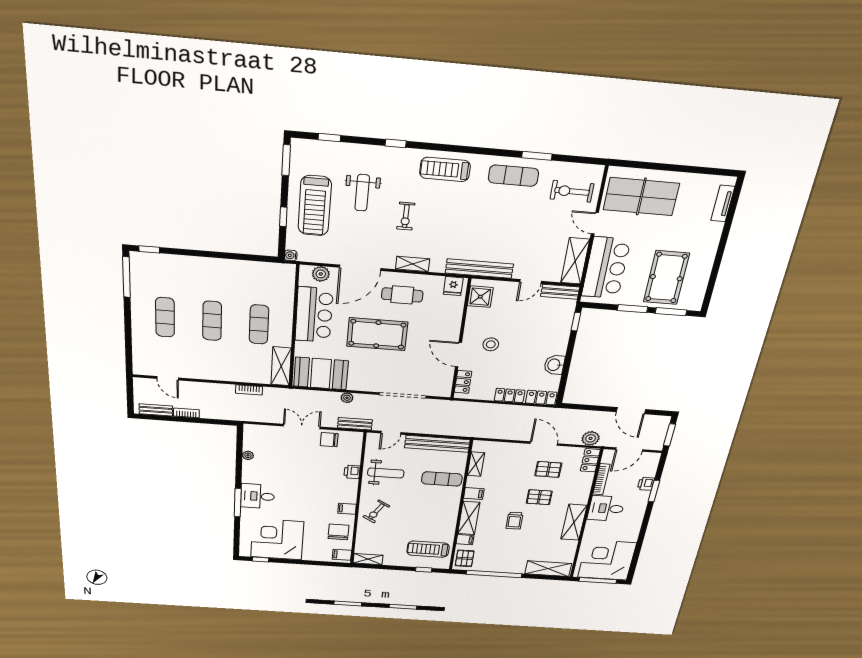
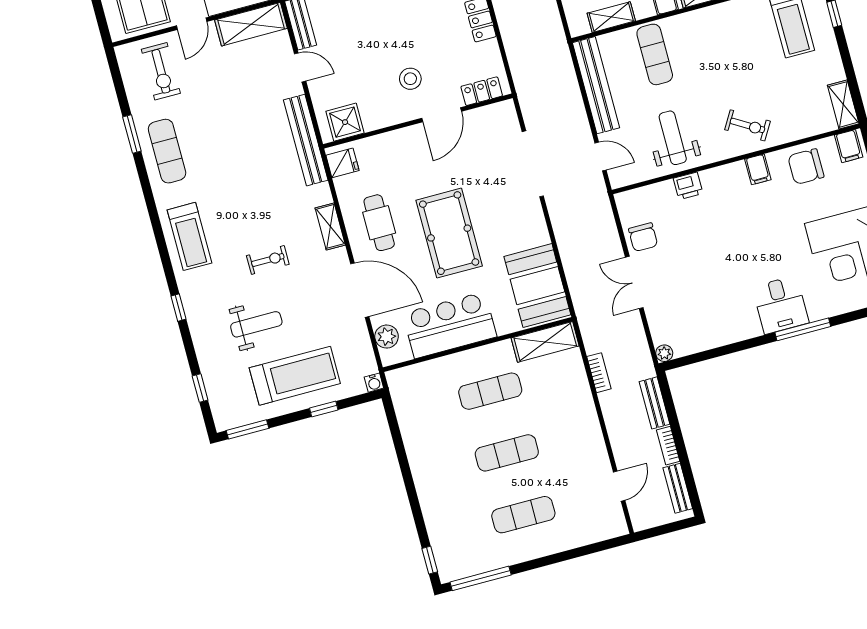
plant: (347, 398) -> (564, 237), removed
bench: (355, 424) -> (654, 403), moved
plant: (248, 455) -> (664, 353), moved

